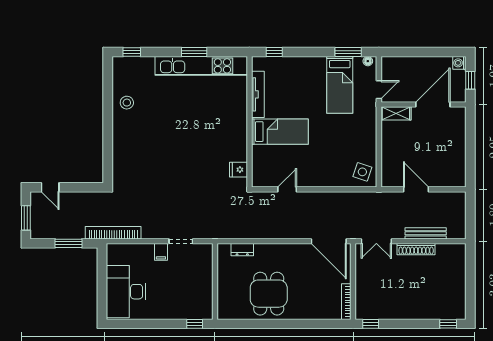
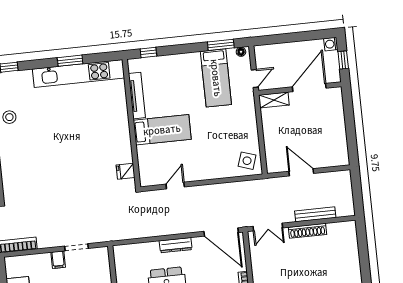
dresser: (242, 250) -> (176, 245), moved, width x1.44

